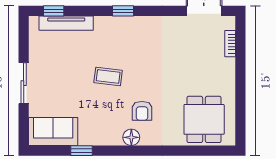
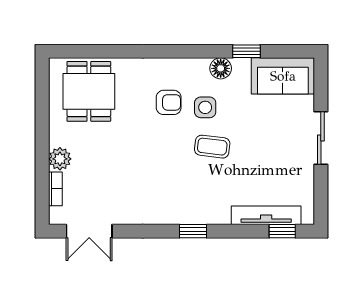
plant: (227, 67) -> (60, 159), added
side table: (114, 107) -> (205, 107), added
armchair: (142, 111) -> (169, 102), turned 90
floor lamp: (131, 137) -> (221, 68), moved

